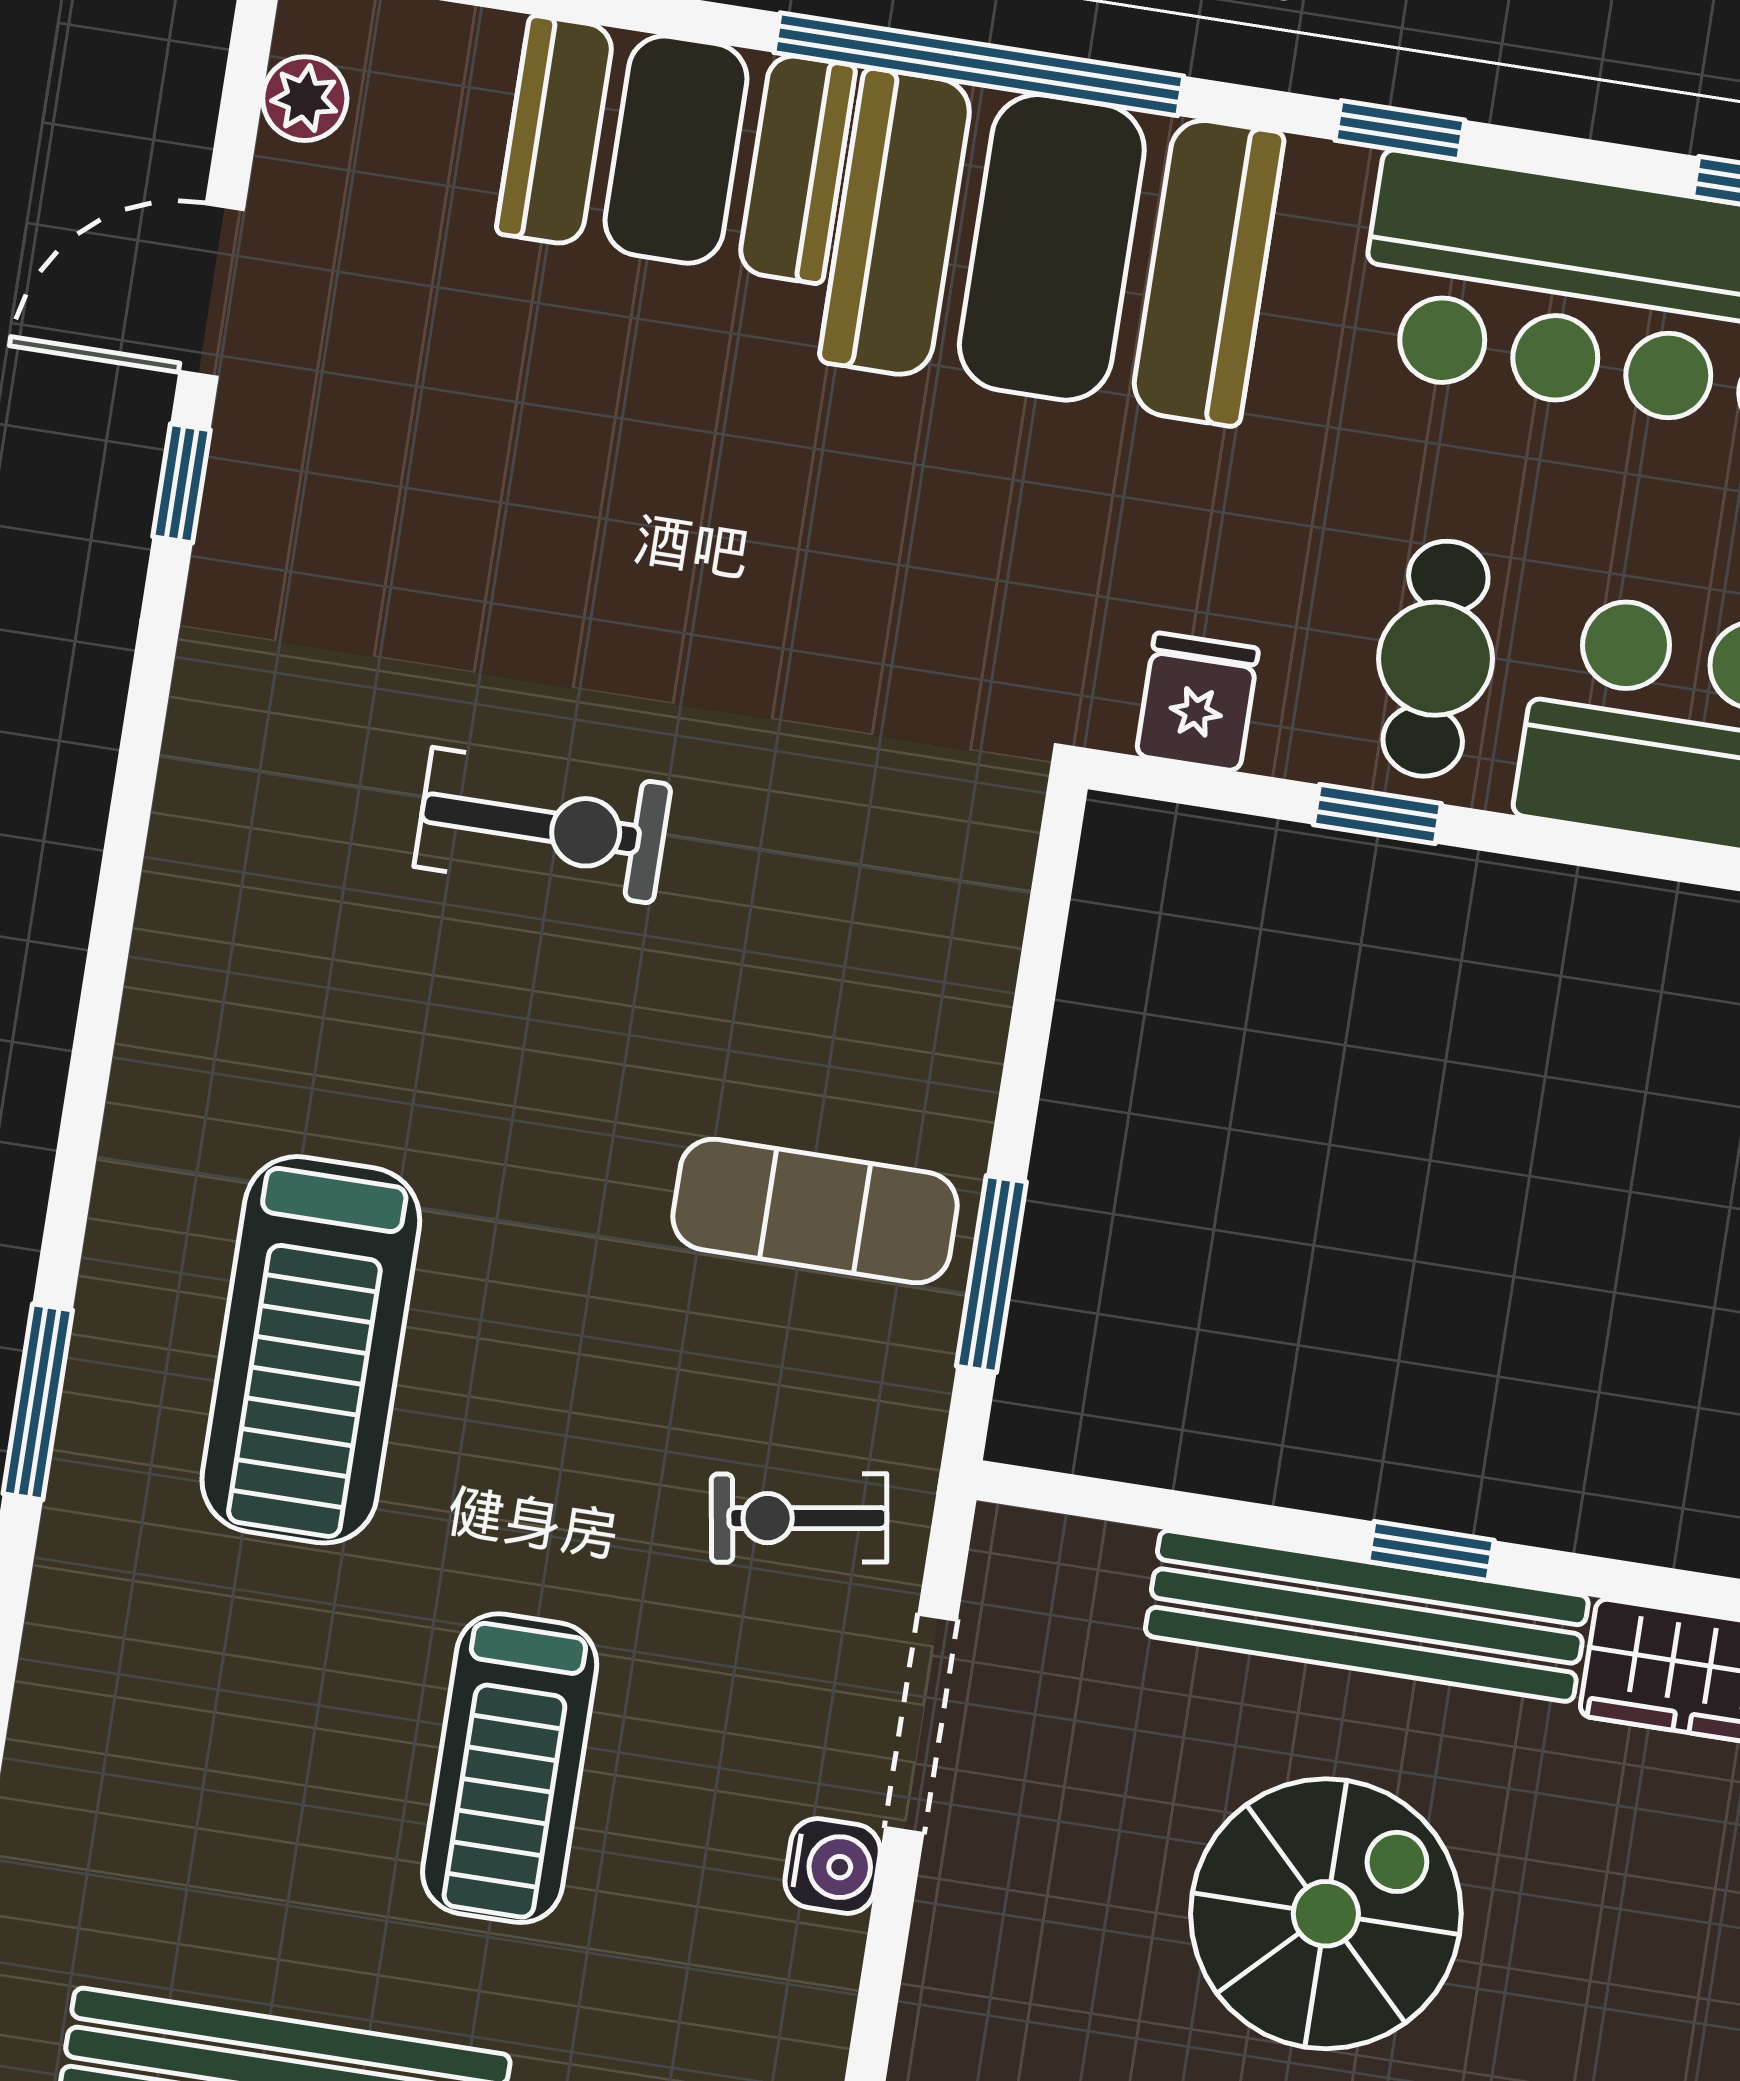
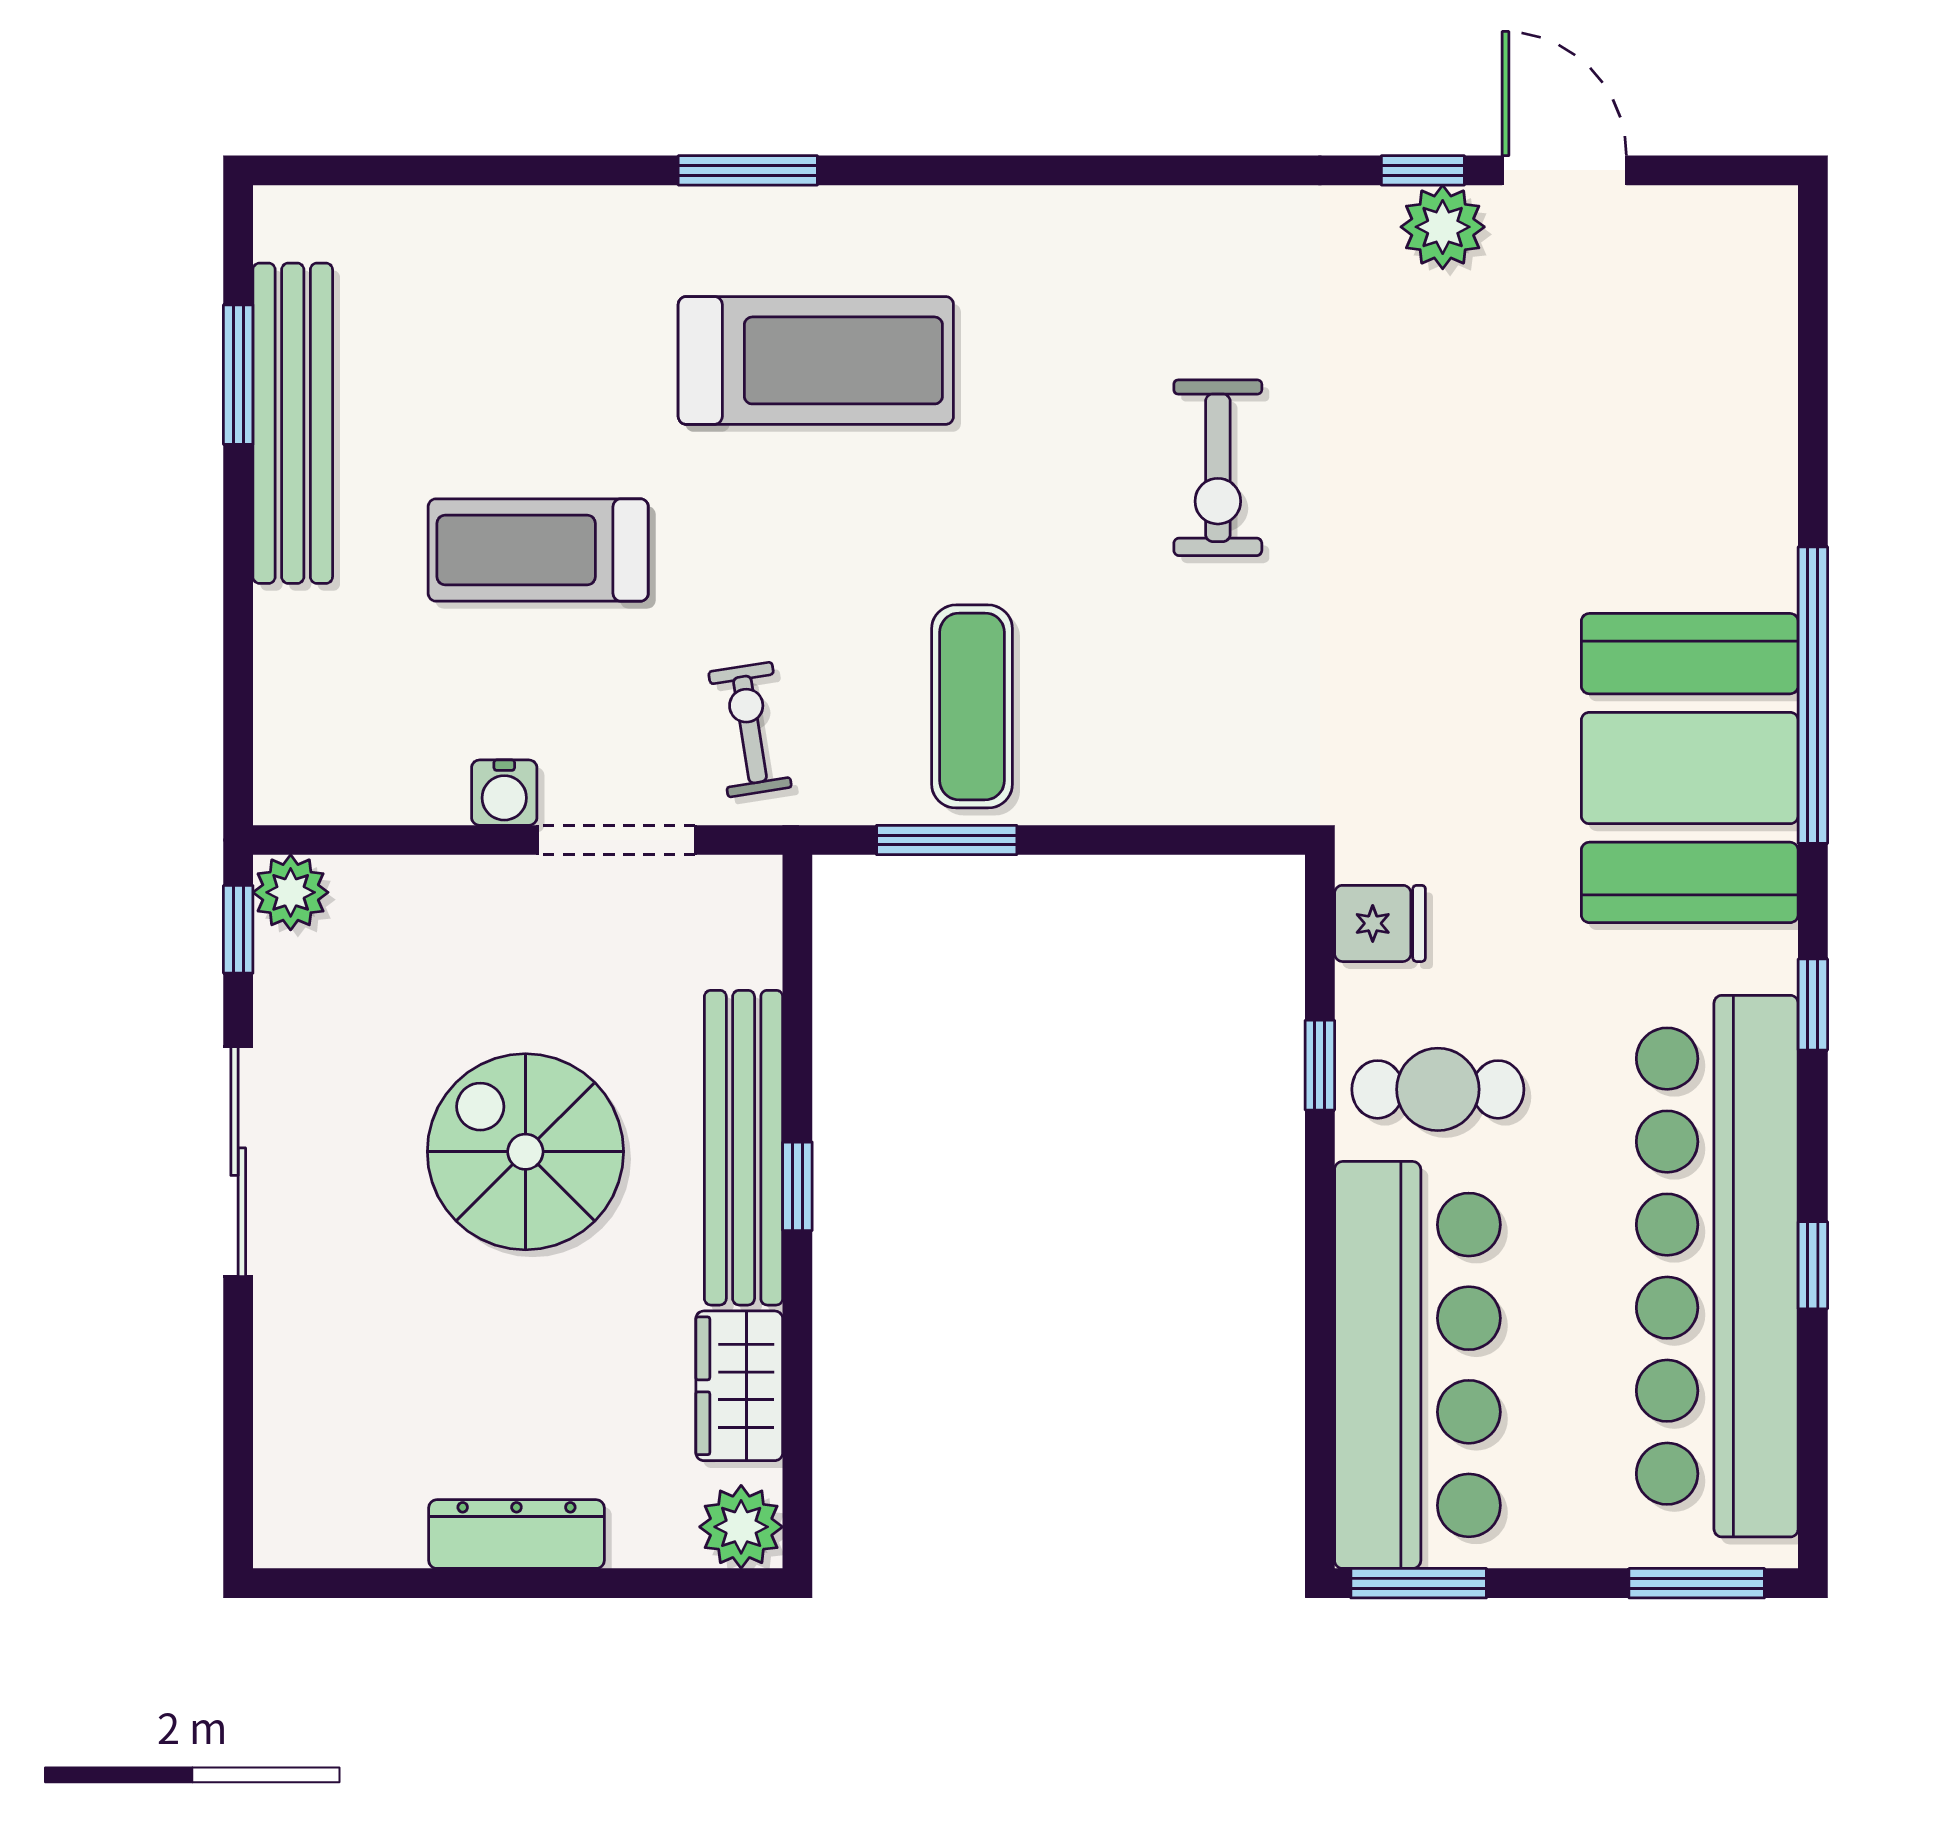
plant: (305, 99) -> (1443, 227), moved, width x1.38, depth x1.38
booth: (676, 150) -> (1718, 488), removed
treadmill: (311, 1350) -> (816, 360), turned 180
spiral stairs: (1326, 1914) -> (525, 1152), turned 180

